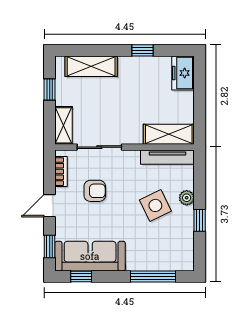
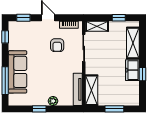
freezer: (183, 73) -> (132, 70), moved, turned -90
window: (200, 96) -> (114, 109), added
side table: (155, 205) -> (48, 82), removed
sofa: (90, 256) -> (18, 72), moved

